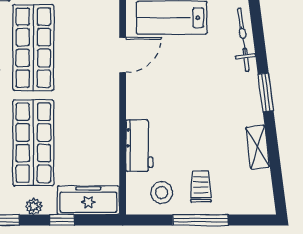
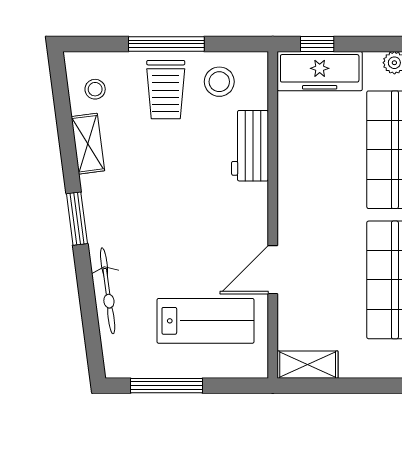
trolley: (201, 187) -> (166, 90), width x1.36, depth x1.39
stool: (252, 187) -> (95, 89), added
window: (62, 220) -> (317, 44), moved

